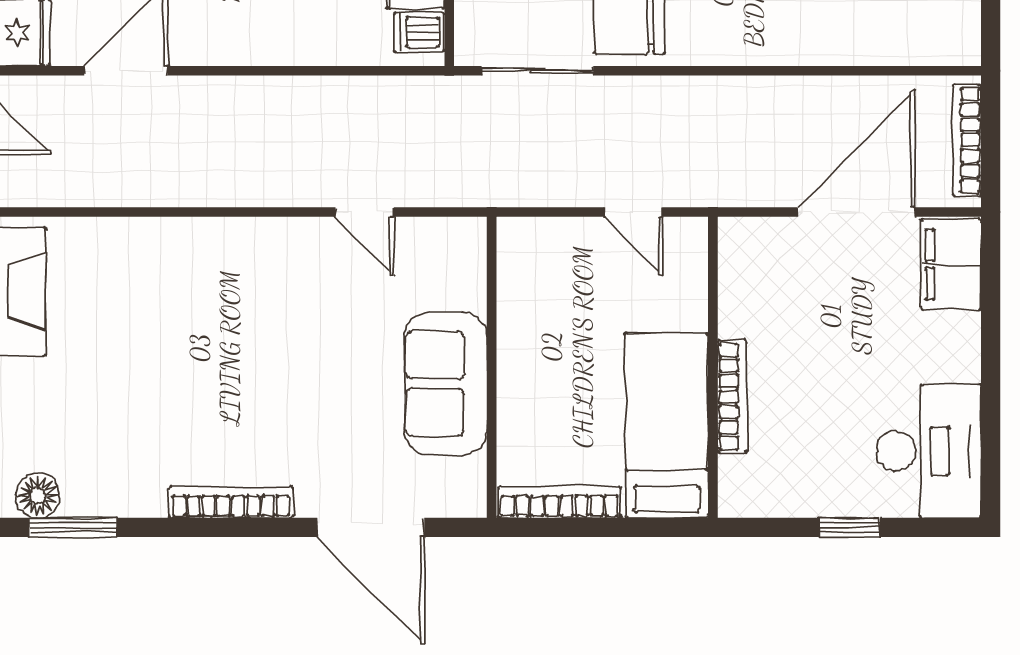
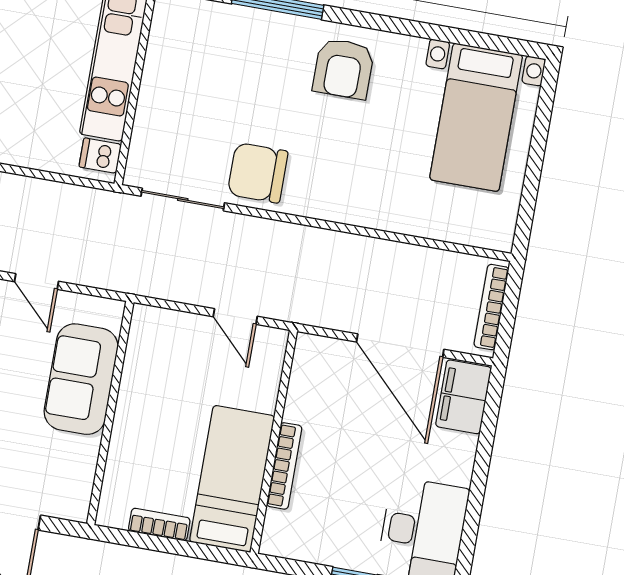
door: (856, 212) -> (400, 346), swing flipped
sofa: (446, 384) -> (81, 379), moved
bookcase: (560, 502) -> (159, 525), width x0.64

